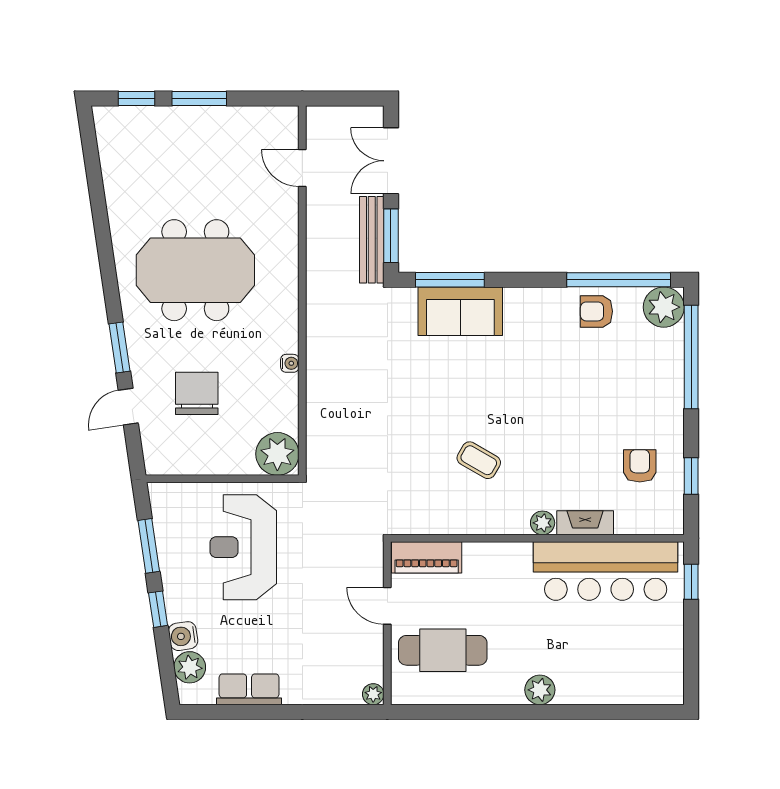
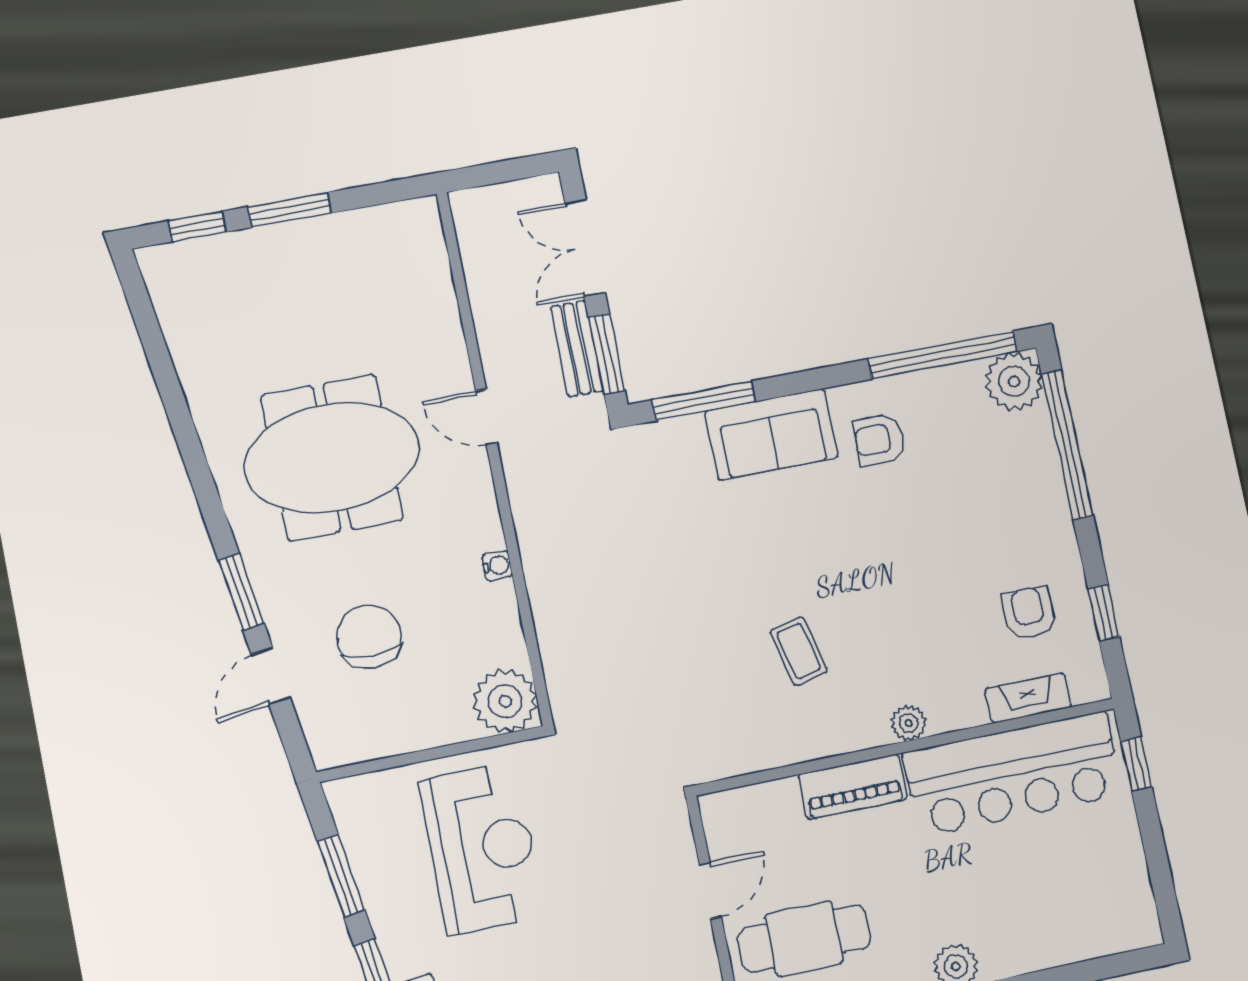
door: (302, 168) -> (486, 417), moved
bench: (372, 240) -> (577, 349), width x0.73
sofa: (460, 311) -> (771, 434), moved
armchair: (596, 311) -> (879, 439), moved
coffee table: (479, 460) -> (799, 651), turned 47
fireplace: (585, 523) -> (1028, 698), moved
reception desk: (243, 547) -> (482, 848), turned 180
piano: (427, 557) -> (853, 787), moved
door: (387, 606) -> (710, 890), swing flipped

